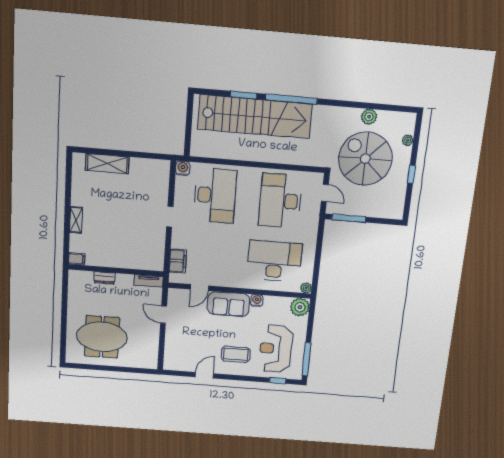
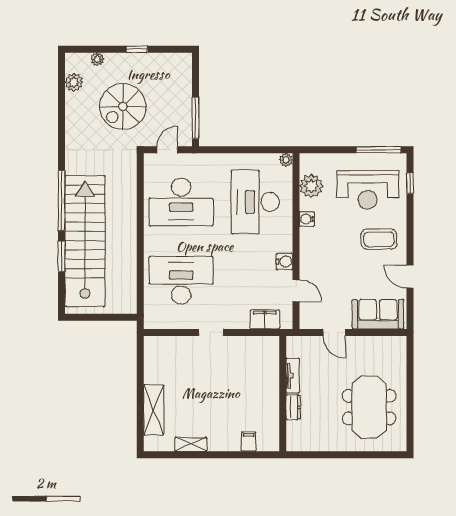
plant: (369, 117) -> (74, 82), moved
spiral stairs: (365, 159) -> (123, 106), width x0.73, depth x0.73
water cooler: (183, 168) -> (284, 262), moved, turned 180
shelving: (76, 220) -> (191, 444), moved
filing cabinet: (77, 259) -> (249, 442), moved
tv unit: (149, 281) -> (293, 376), moved
sofa: (229, 304) -> (378, 314), moved, turned -90
plant: (300, 307) -> (311, 186), moved
door: (164, 315) -> (334, 332), hinge flipped
coffee table: (236, 354) -> (379, 239), turned 90

